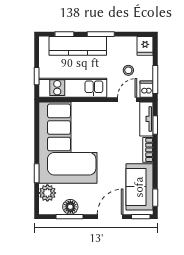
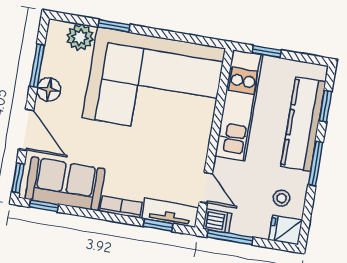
stool: (128, 70) -> (281, 198), moved
floor lamp: (70, 207) -> (49, 89), moved

